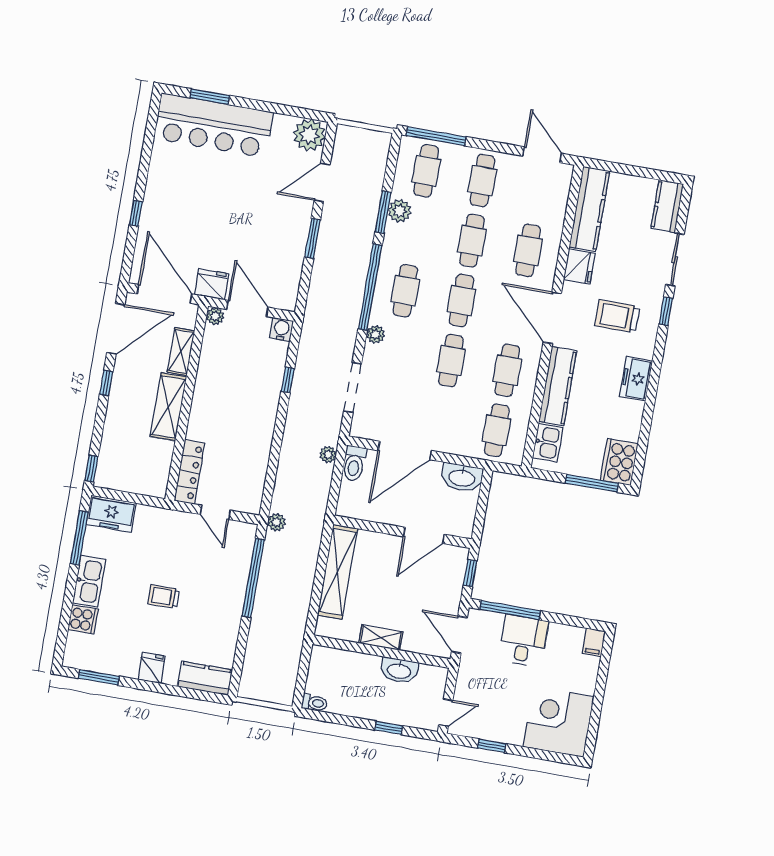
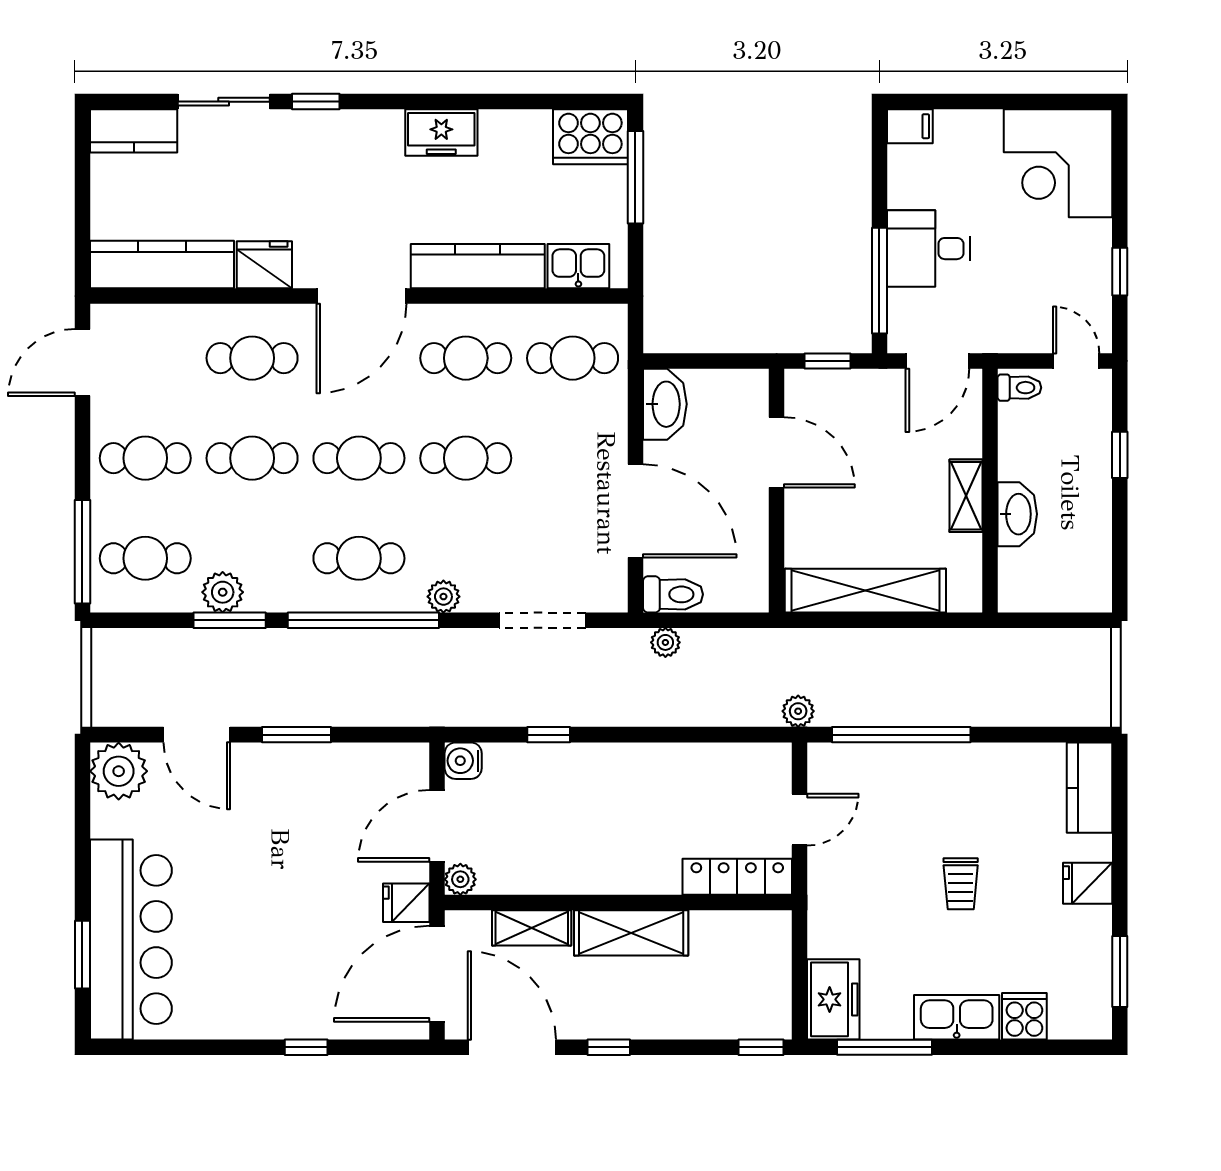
fridge: (211, 284) -> (406, 903), width x0.72
trolley: (617, 316) -> (339, 184), removed
washbasin: (399, 670) -> (1017, 514), moved
toilet: (315, 703) -> (1019, 388), moved, turned 90

